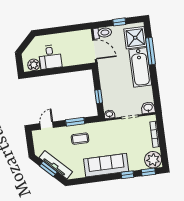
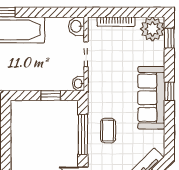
window: (75, 122) -> (83, 134), width x1.44
window: (127, 175) -> (169, 91), moved

